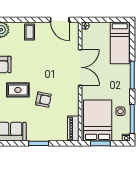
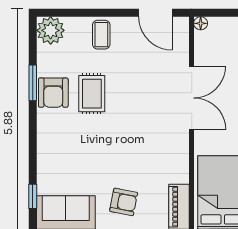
rug: (18, 90) -> (92, 94), moved, turned 90
armchair: (43, 100) -> (124, 202), moved

